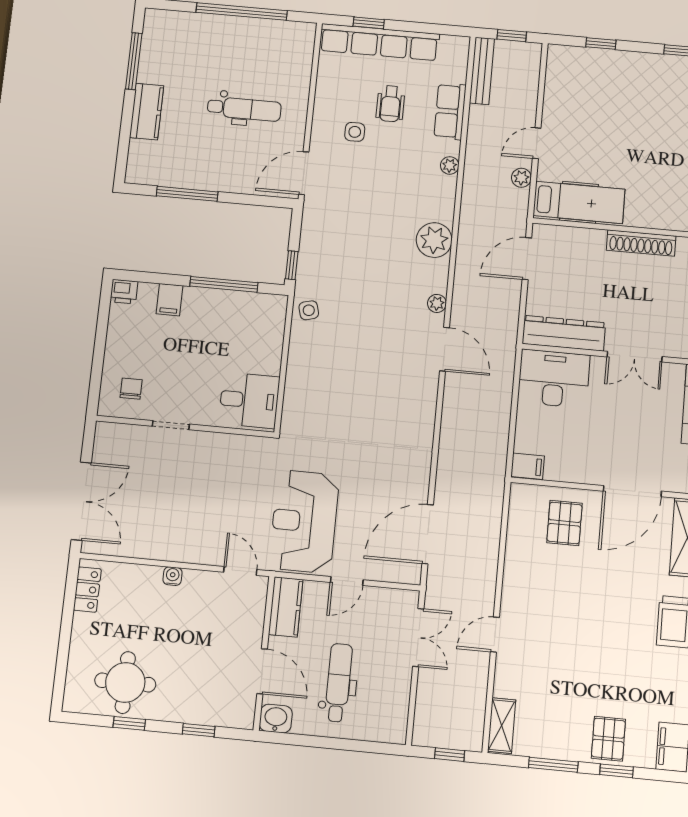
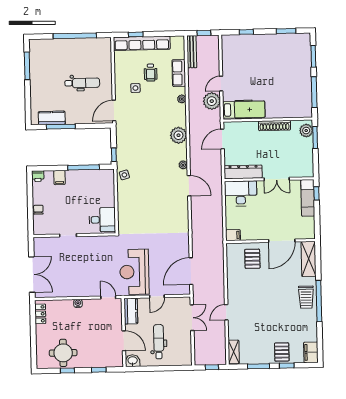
kitchen counter: (147, 112) -> (52, 118), moved, turned -90
plant: (521, 178) -> (212, 101), width x1.88, depth x1.88
chair: (131, 389) -> (38, 210), moved

